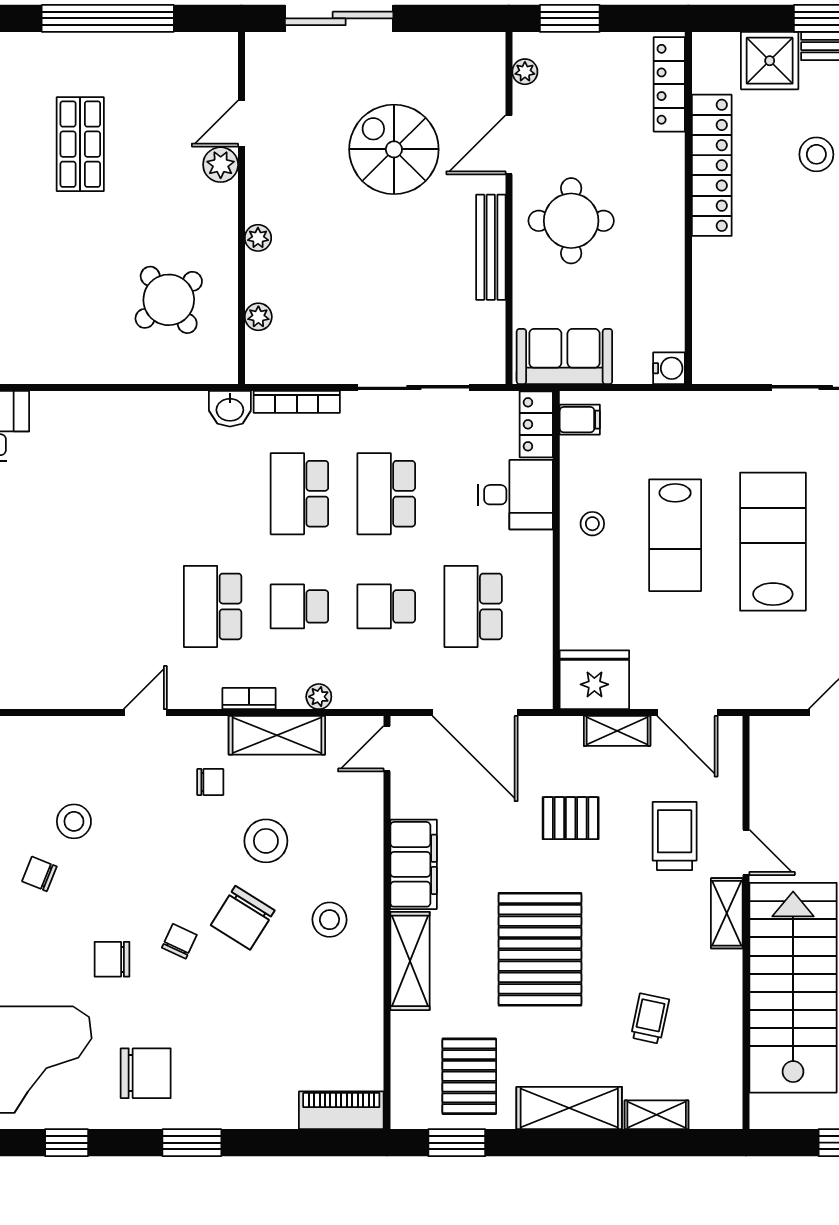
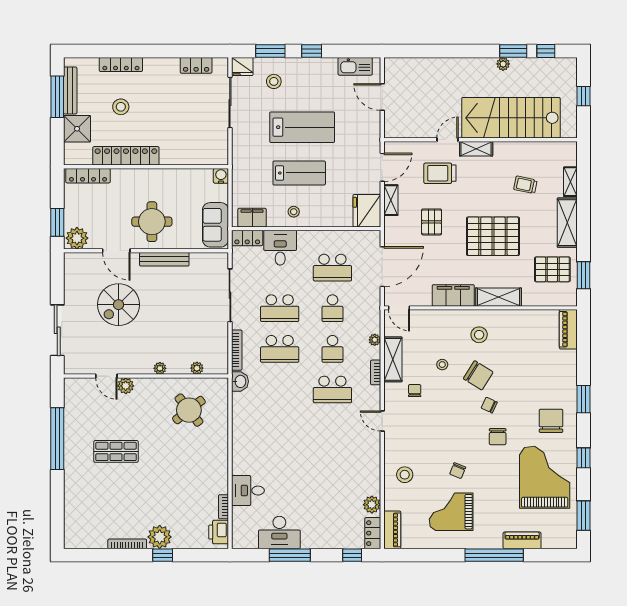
plant: (525, 72) -> (77, 238), width x1.87, depth x1.87
filing cabinet: (580, 420) -> (252, 218), width x2.00
lab bench: (773, 542) -> (302, 127), turned 180
stool: (74, 821) -> (405, 475), moved
stool: (266, 841) -> (442, 365), width x0.53, depth x0.53

